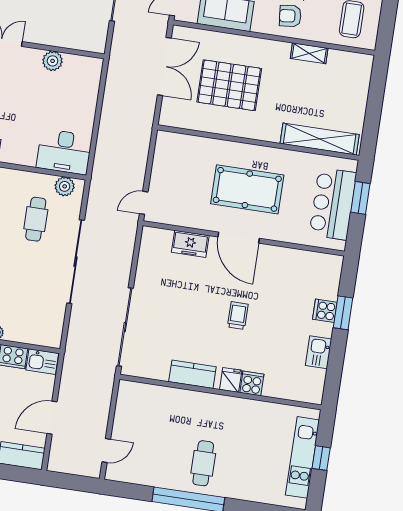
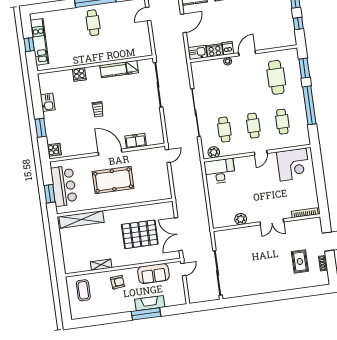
cooker: (325, 311) -> (54, 150), moved
fridge: (231, 380) -> (132, 67), moved

